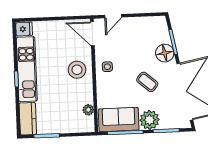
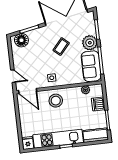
door: (92, 34) -> (28, 91), hinge flipped
floor lamp: (165, 53) -> (21, 40), moved
dishwasher: (69, 125) -> (98, 104), added

